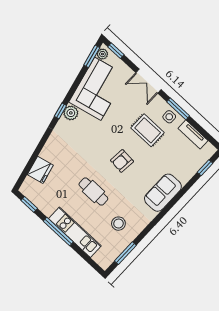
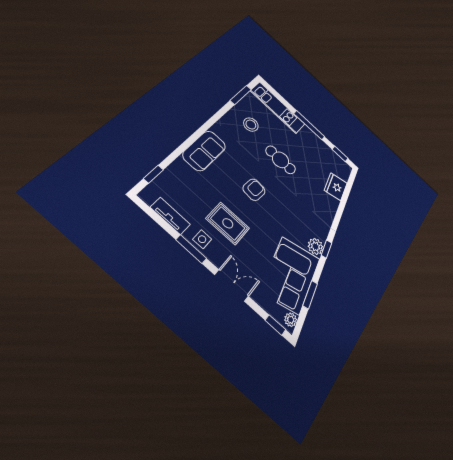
window: (92, 56) -> (310, 295), moved
kitchen unit: (75, 232) -> (278, 108), moved

